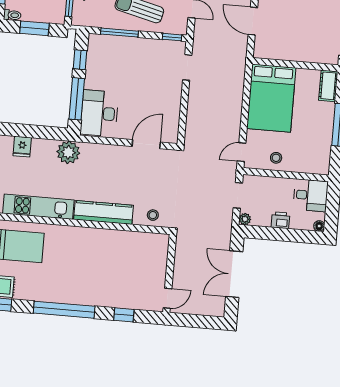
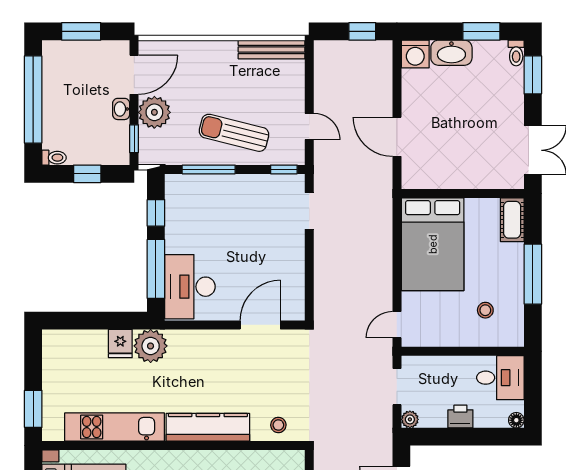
window: (34, 28) -> (87, 174), width x0.67
fridge: (22, 147) -> (120, 344), moved
stool: (276, 158) -> (485, 310), moved

